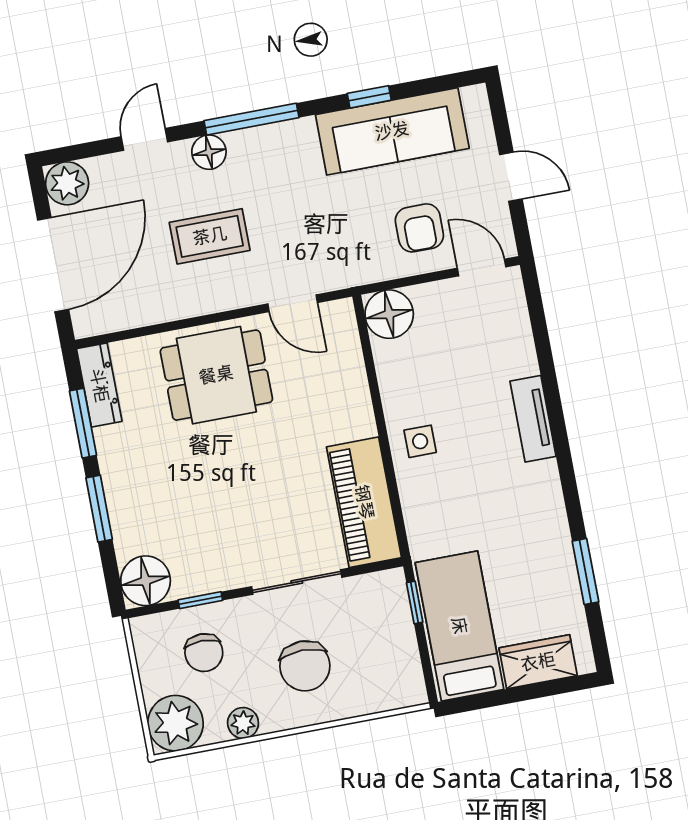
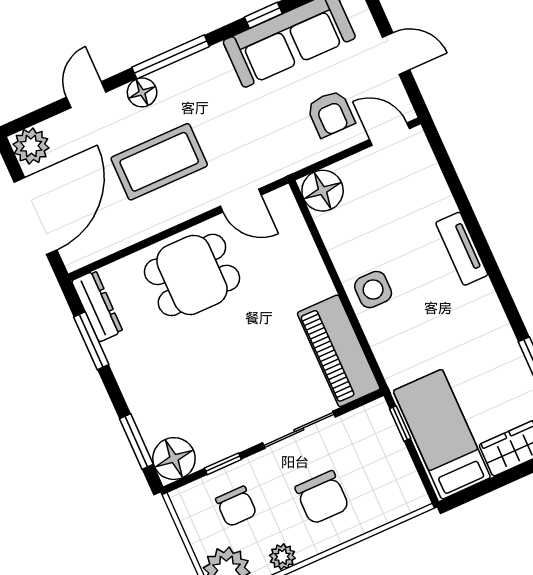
coffee table: (210, 236) -> (159, 162), width x1.36, depth x1.32
side table: (420, 441) -> (373, 290), width x1.37, depth x1.37
window: (99, 509) -> (136, 441), moved

